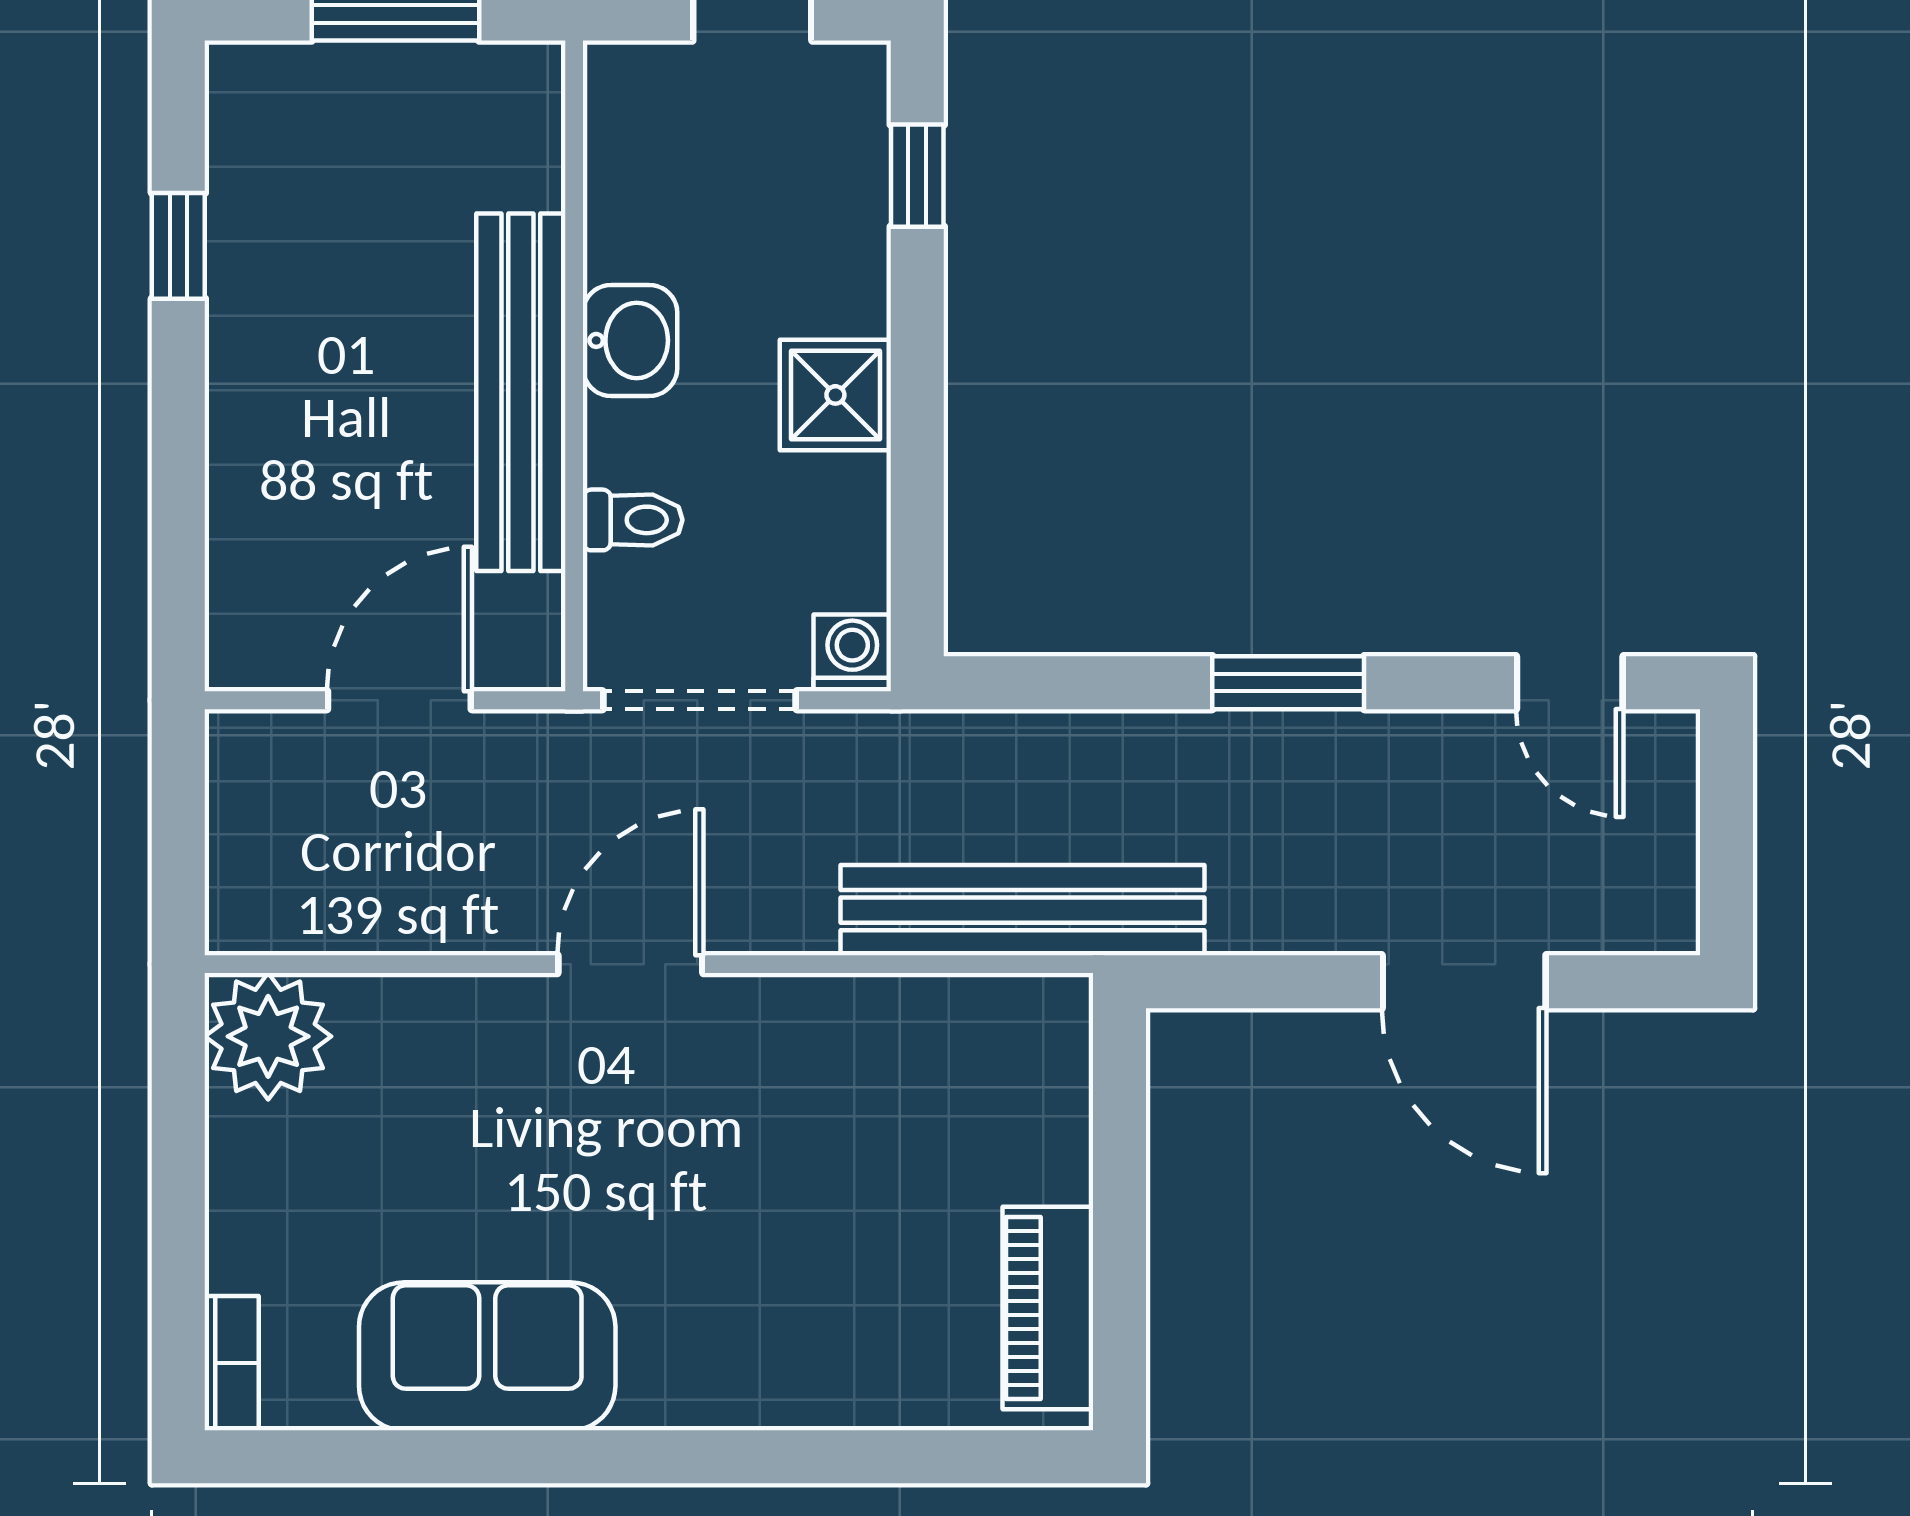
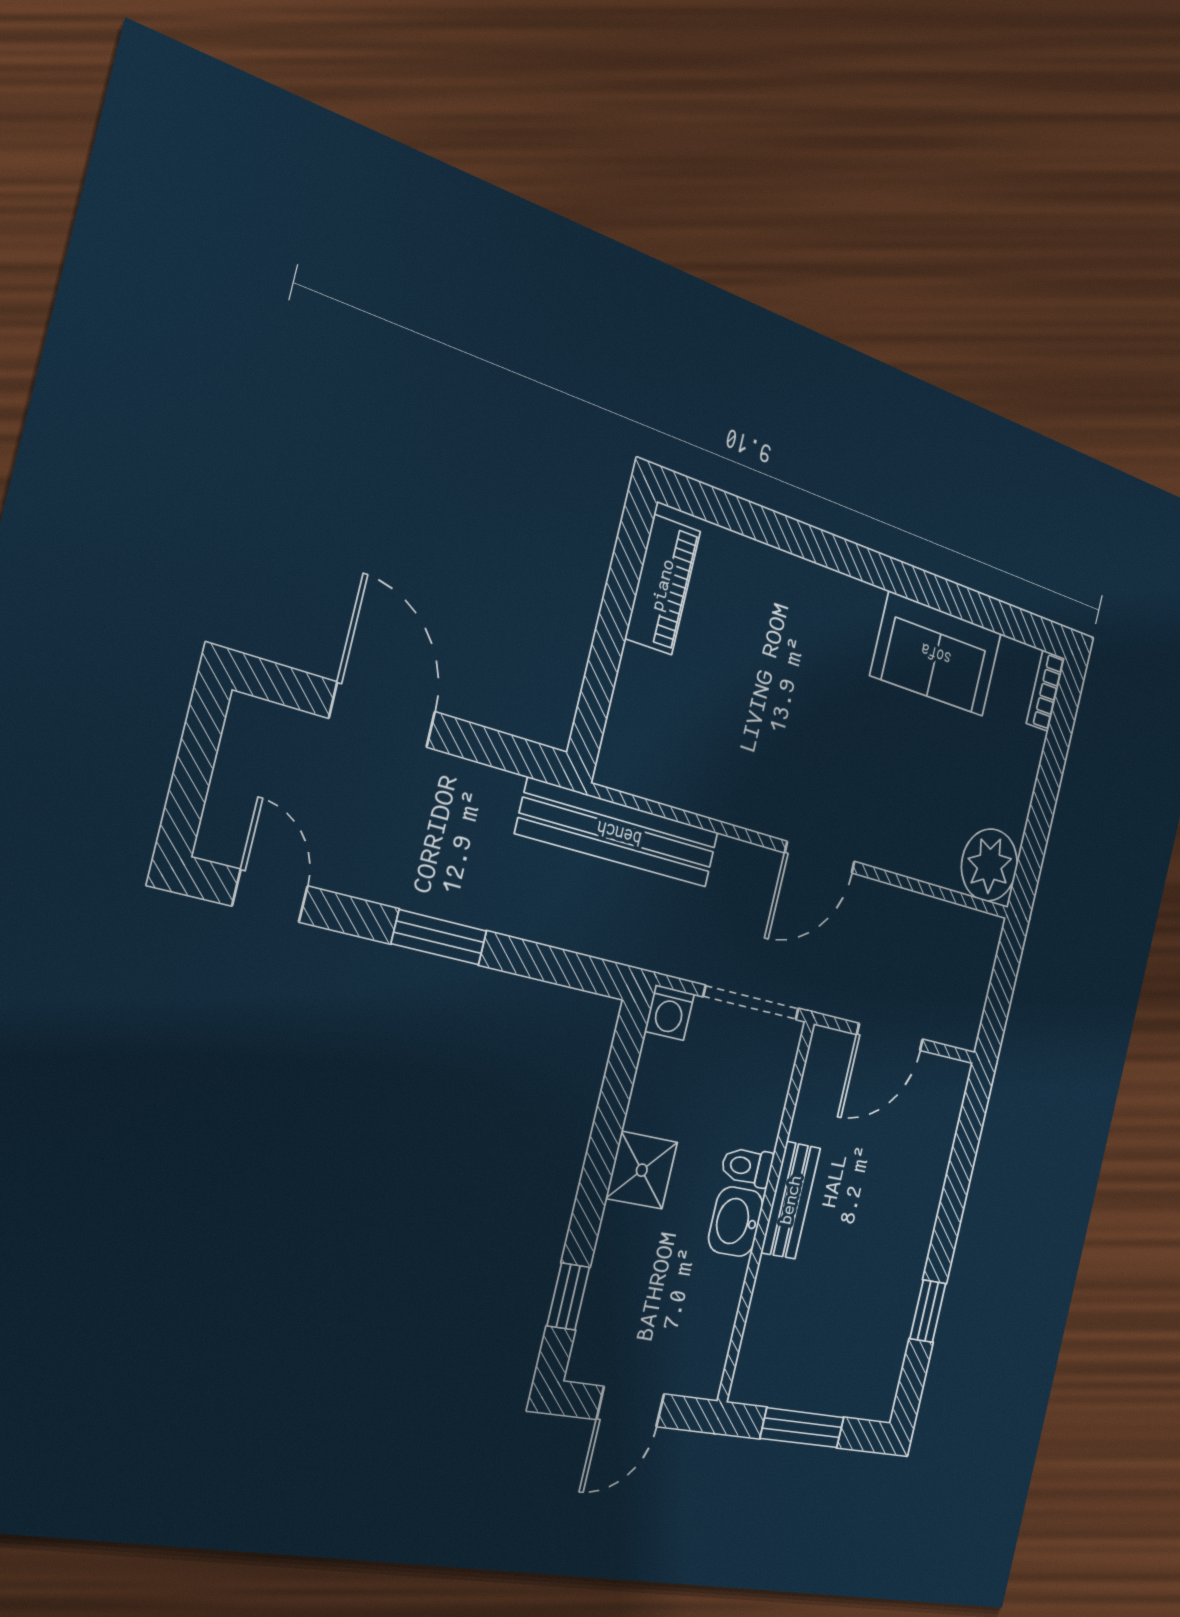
bench: (521, 392) -> (791, 1200), width x0.54, depth x0.82
toilet: (633, 520) -> (747, 1167), moved

